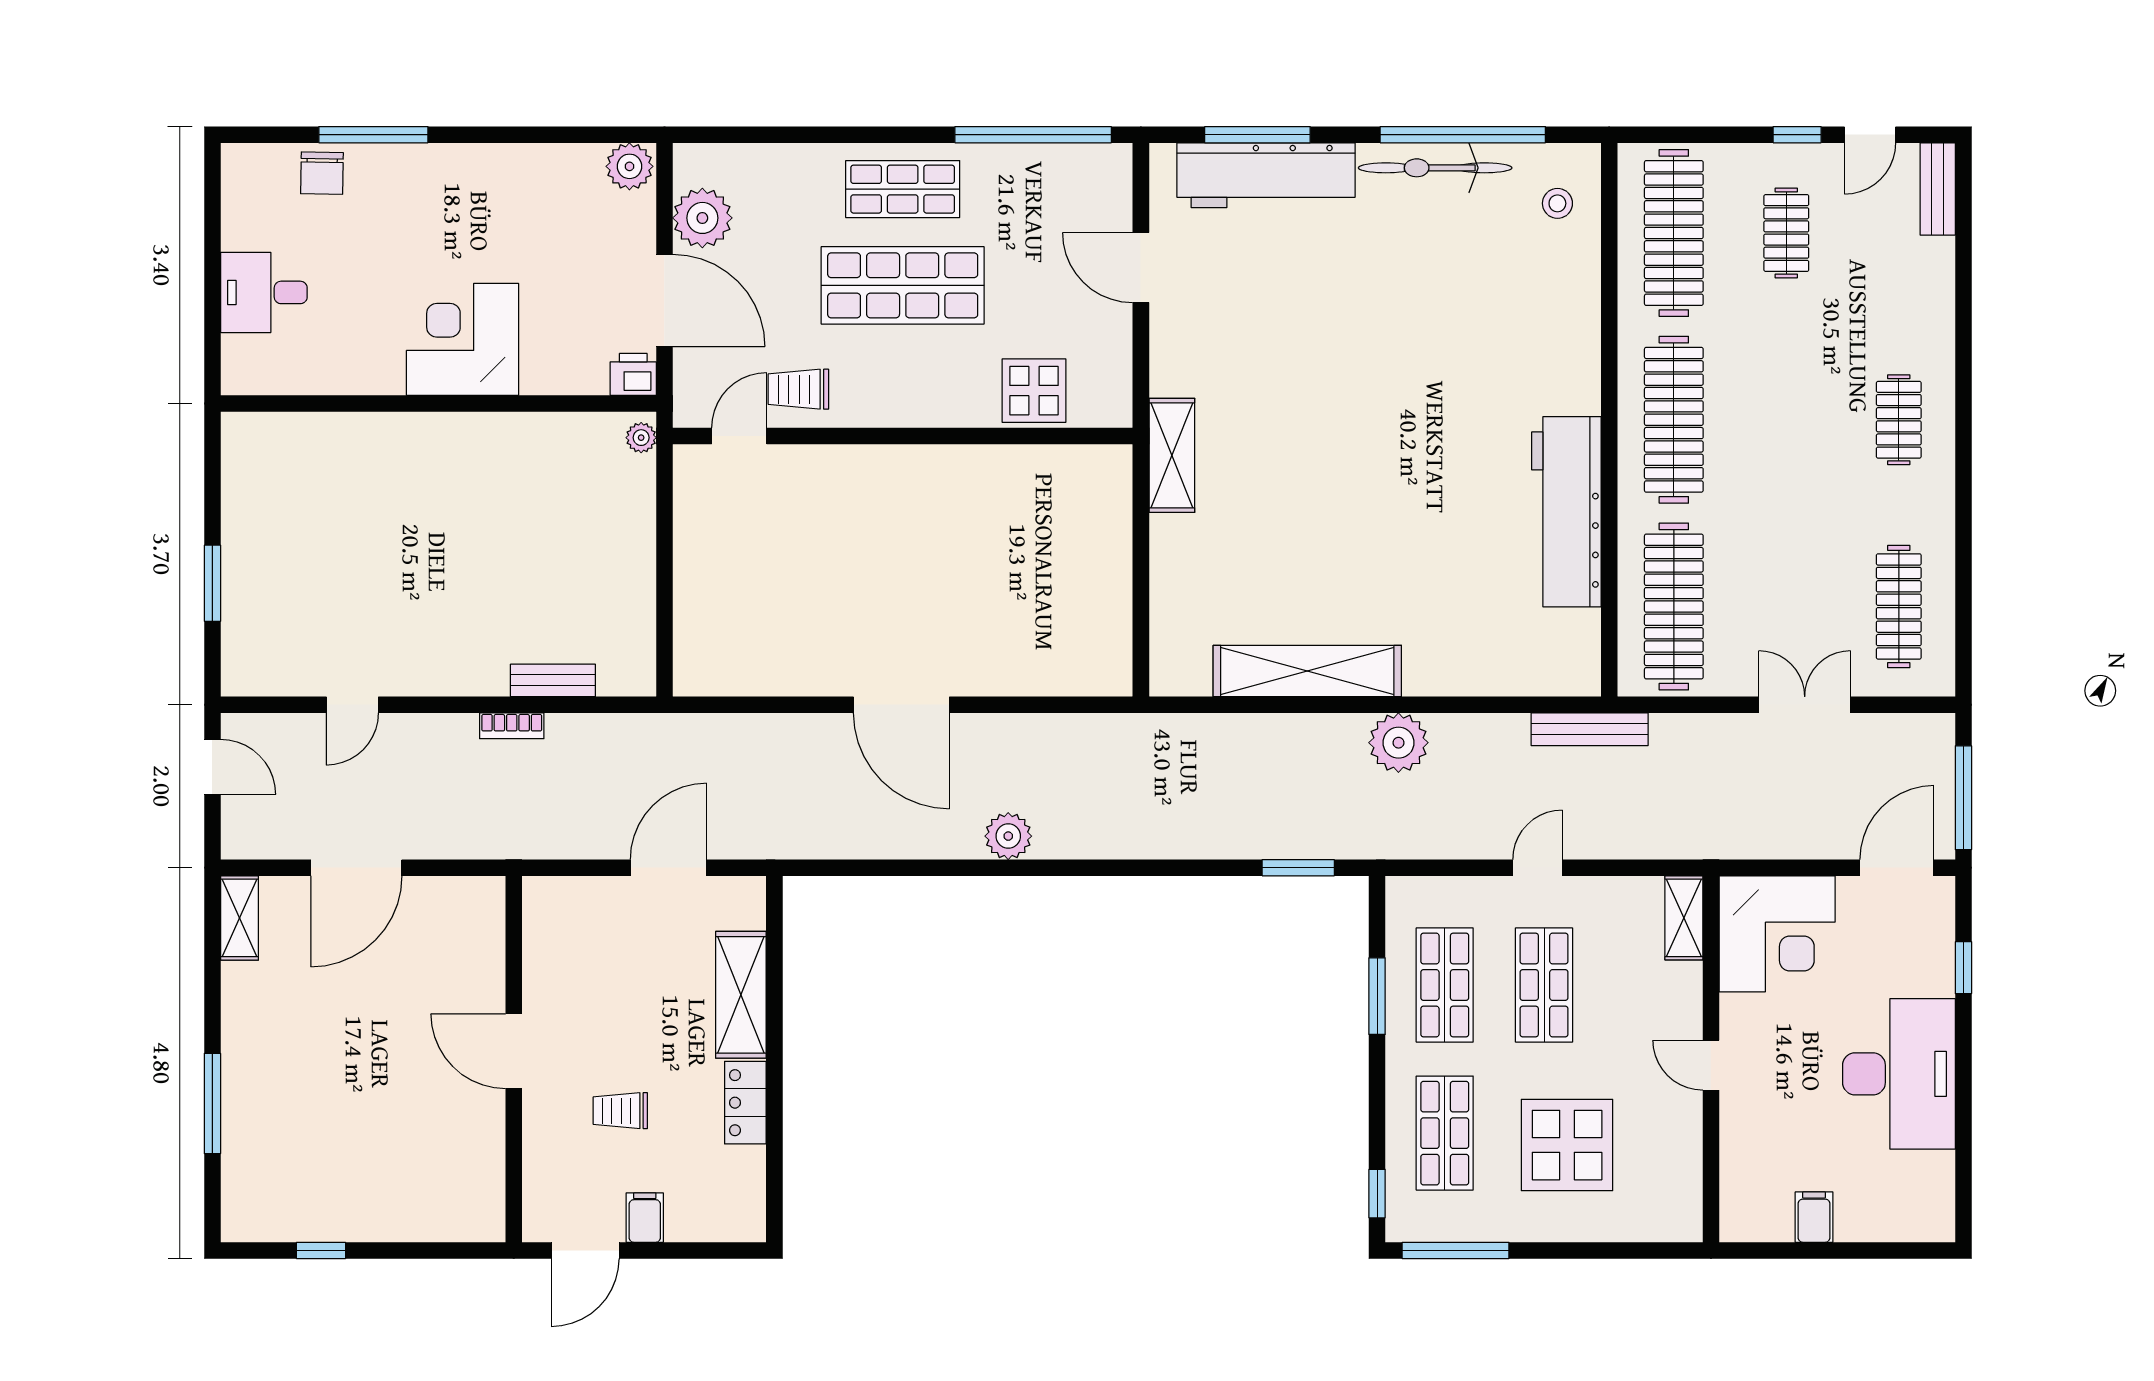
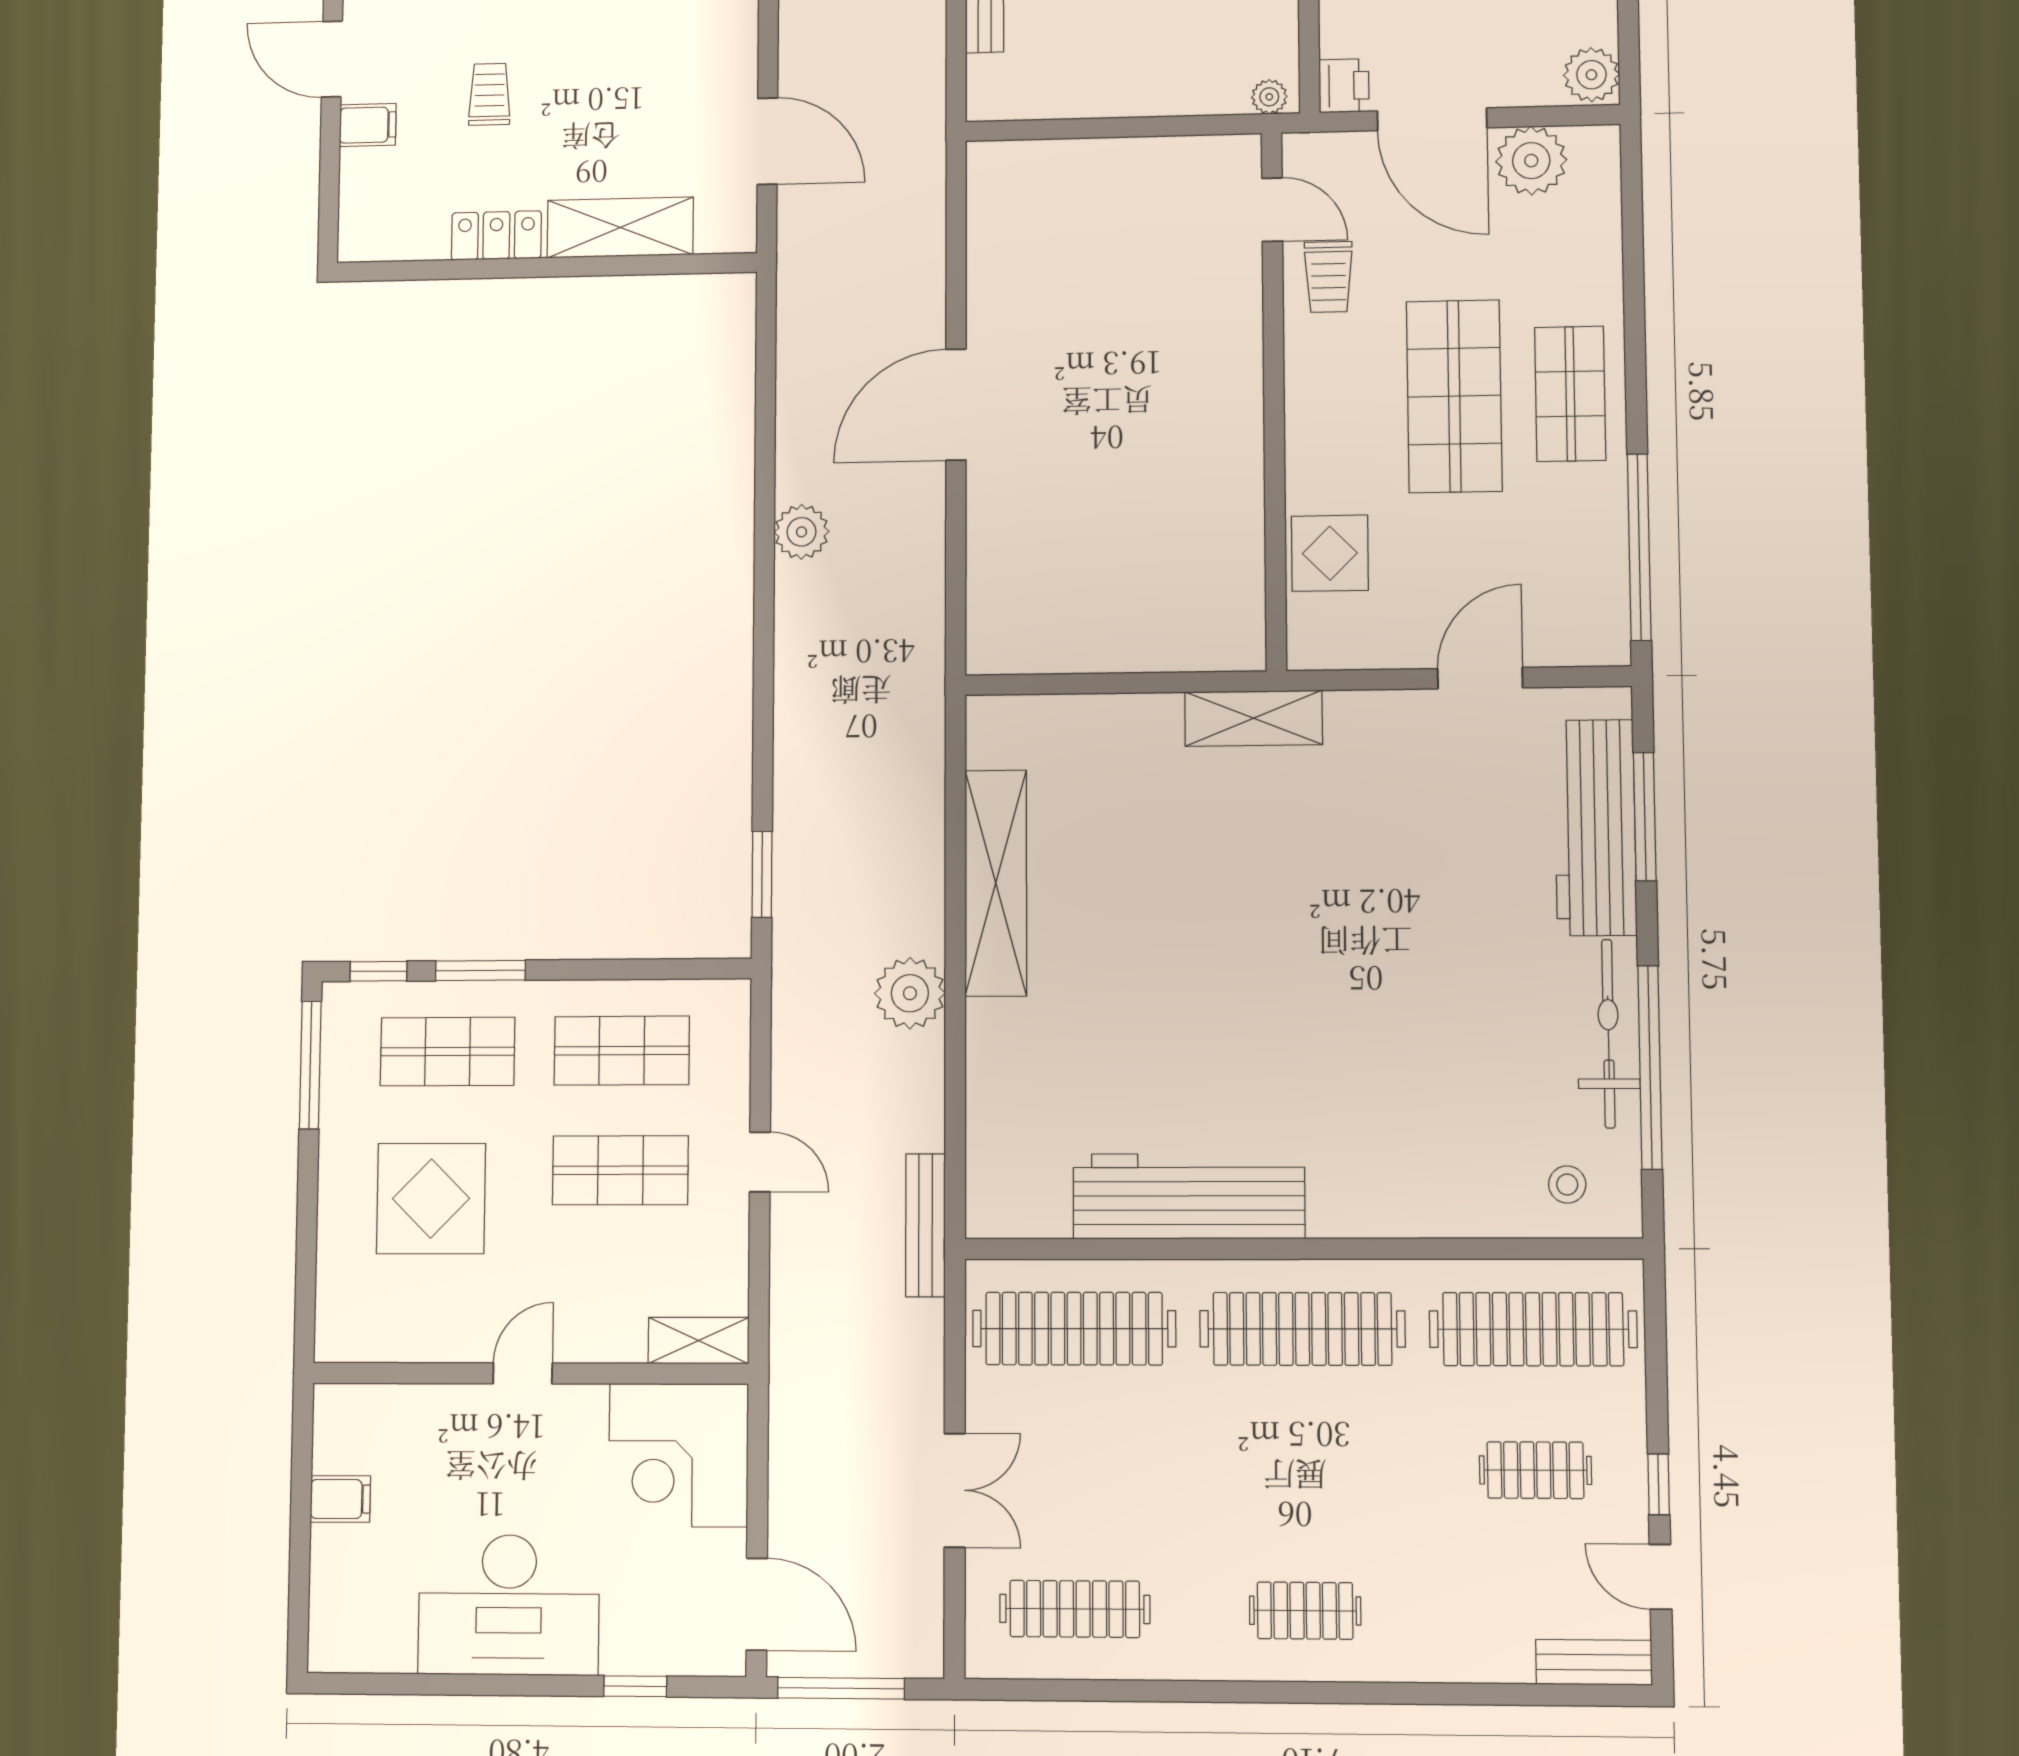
door: (664, 301) -> (1432, 119), hinge flipped
trolley: (798, 389) -> (1329, 277), turned 180
window: (1377, 996) -> (480, 971), moved

